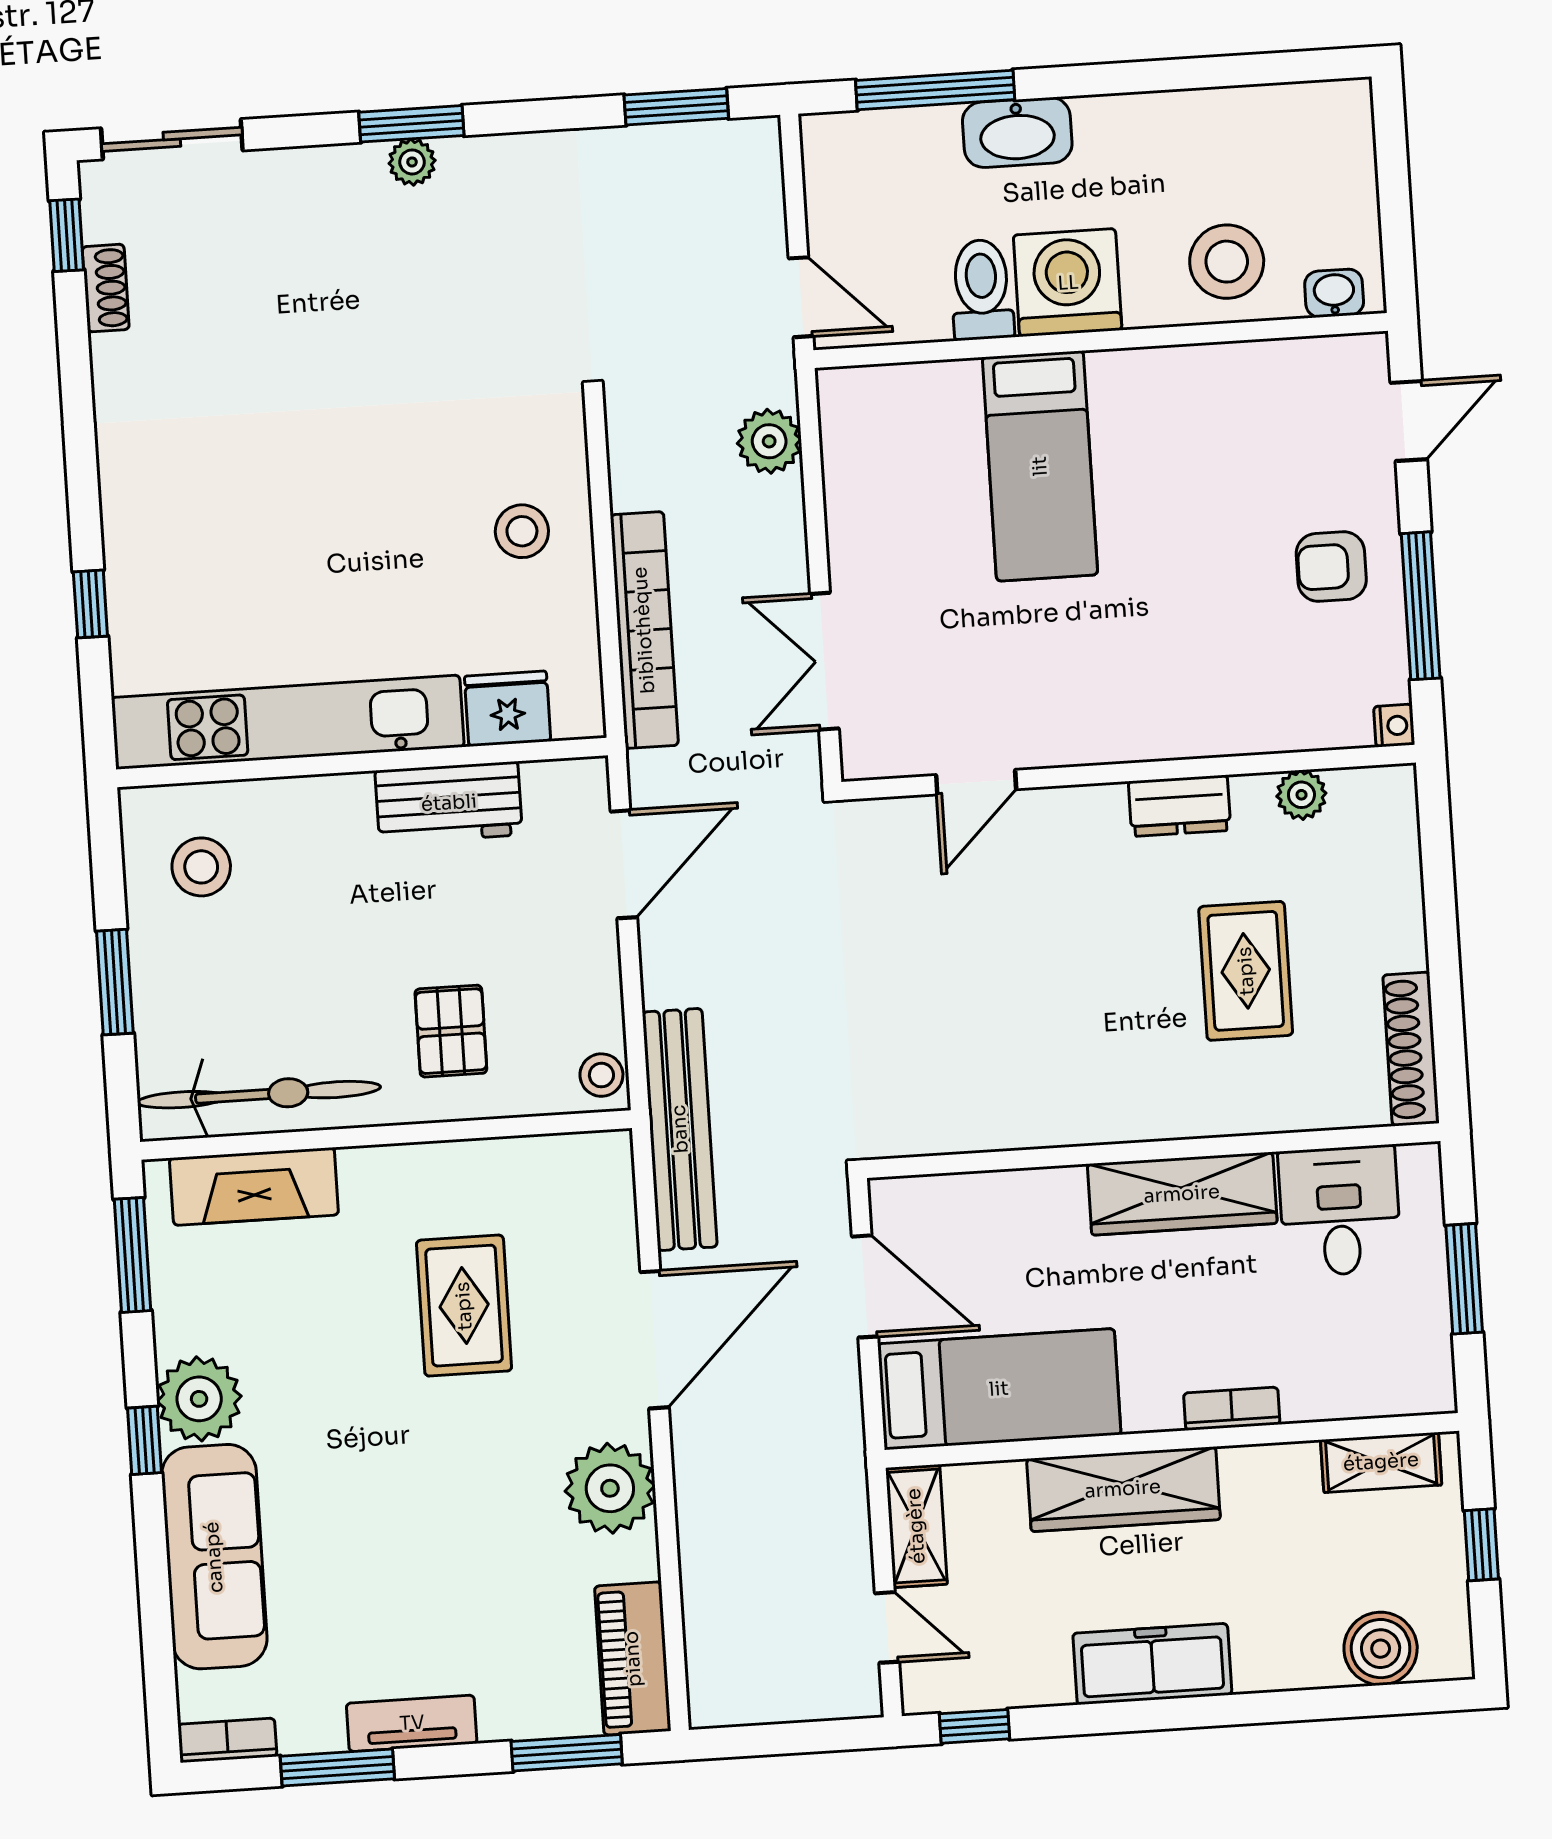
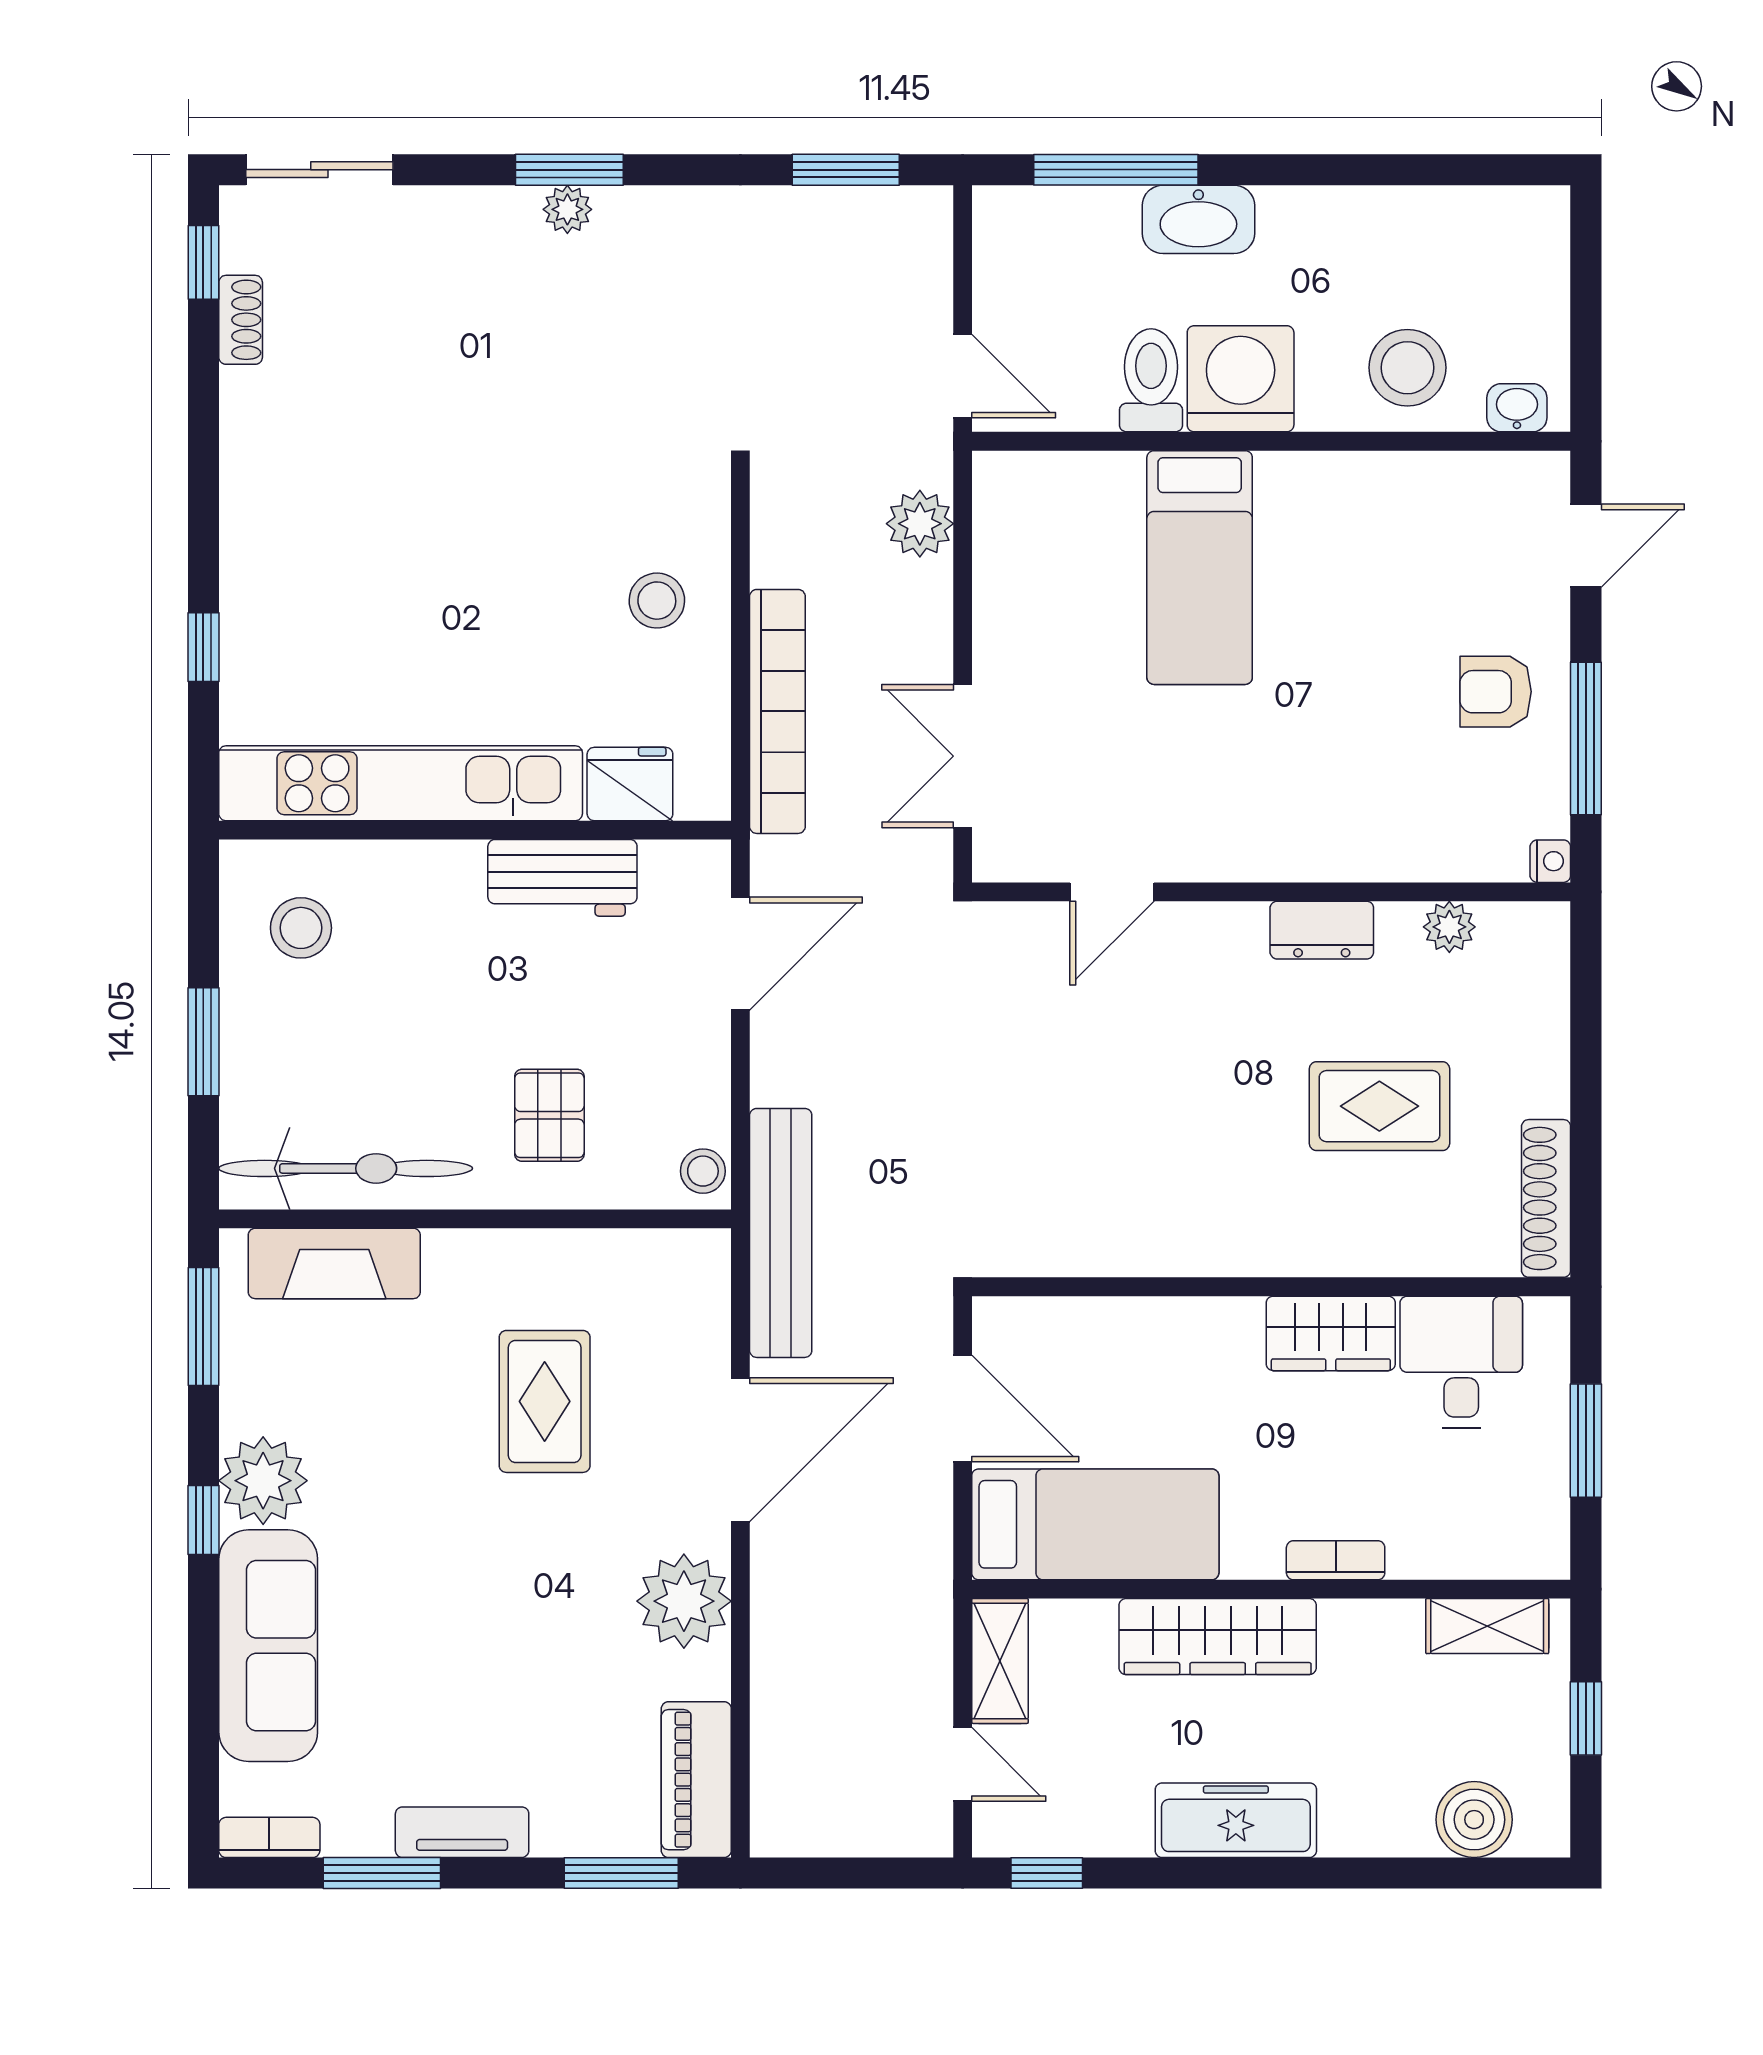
rug: (1246, 971) -> (1379, 1106), turned 90
wardrobe: (1182, 1194) -> (1331, 1333), width x0.67

